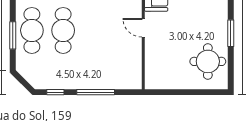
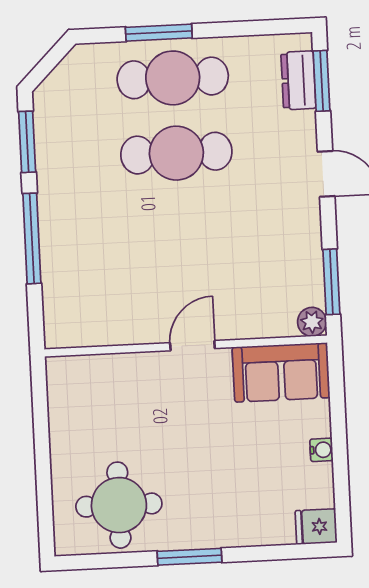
window: (55, 92) -> (27, 142), width x1.50

